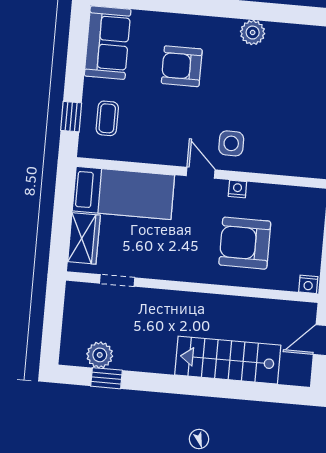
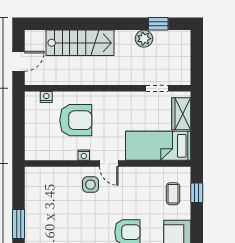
nightstand: (308, 284) -> (46, 97), moved
plant: (100, 355) -> (144, 39), moved

